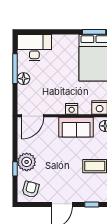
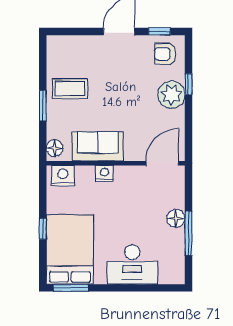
desk: (34, 48) -> (132, 265), moved
armchair: (31, 189) -> (165, 54), turned 75
window: (92, 205) -> (159, 31), moved

